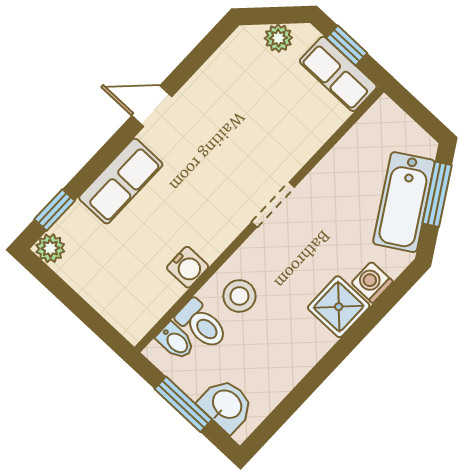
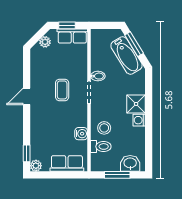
coffee table: (228, 155) -> (62, 90), added
row of seats: (121, 181) -> (67, 163), moved, turned -90
washing machine: (372, 282) -> (139, 120), moved
bidet: (176, 341) -> (98, 76), moved

